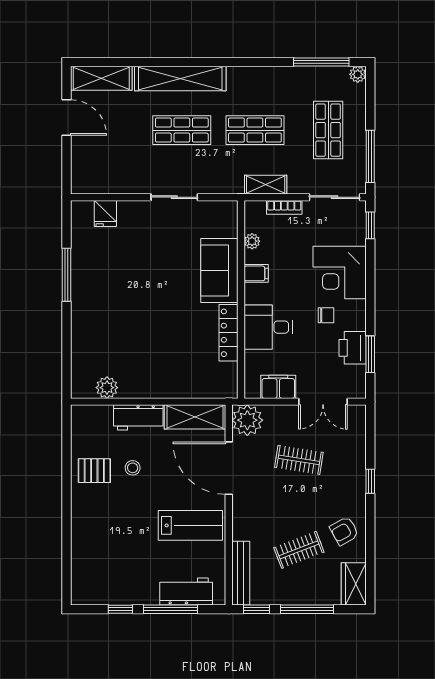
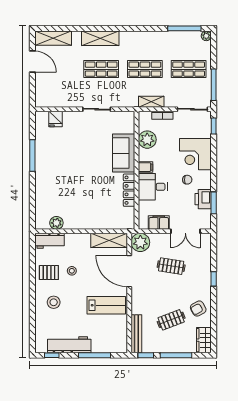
shelving: (180, 78) -> (100, 38), width x0.68
shop shelf: (328, 130) -> (189, 69), turned 90
plant: (252, 241) -> (147, 140), width x1.88, depth x1.88
filing cabinet: (256, 273) -> (146, 167), moved
workbench: (138, 417) -> (50, 241), moved
stool: (102, 520) -> (54, 302), added
workbench: (186, 591) -> (69, 345), moved, width x1.38
window: (120, 609) -> (52, 355), moved

